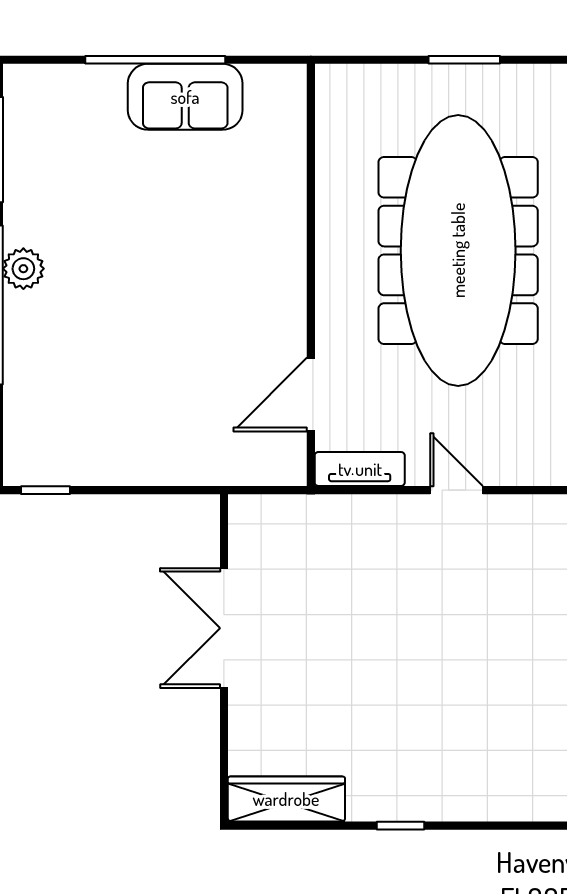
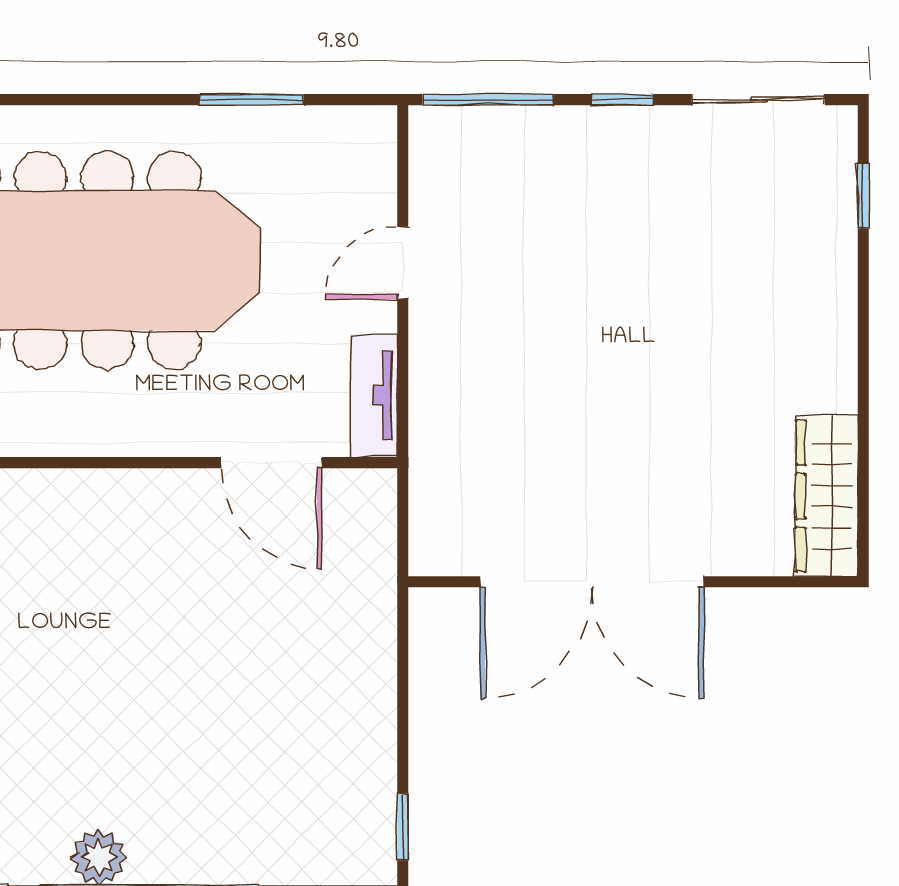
double door: (224, 628) -> (592, 582), width x1.36
window: (401, 826) -> (863, 196), moved

